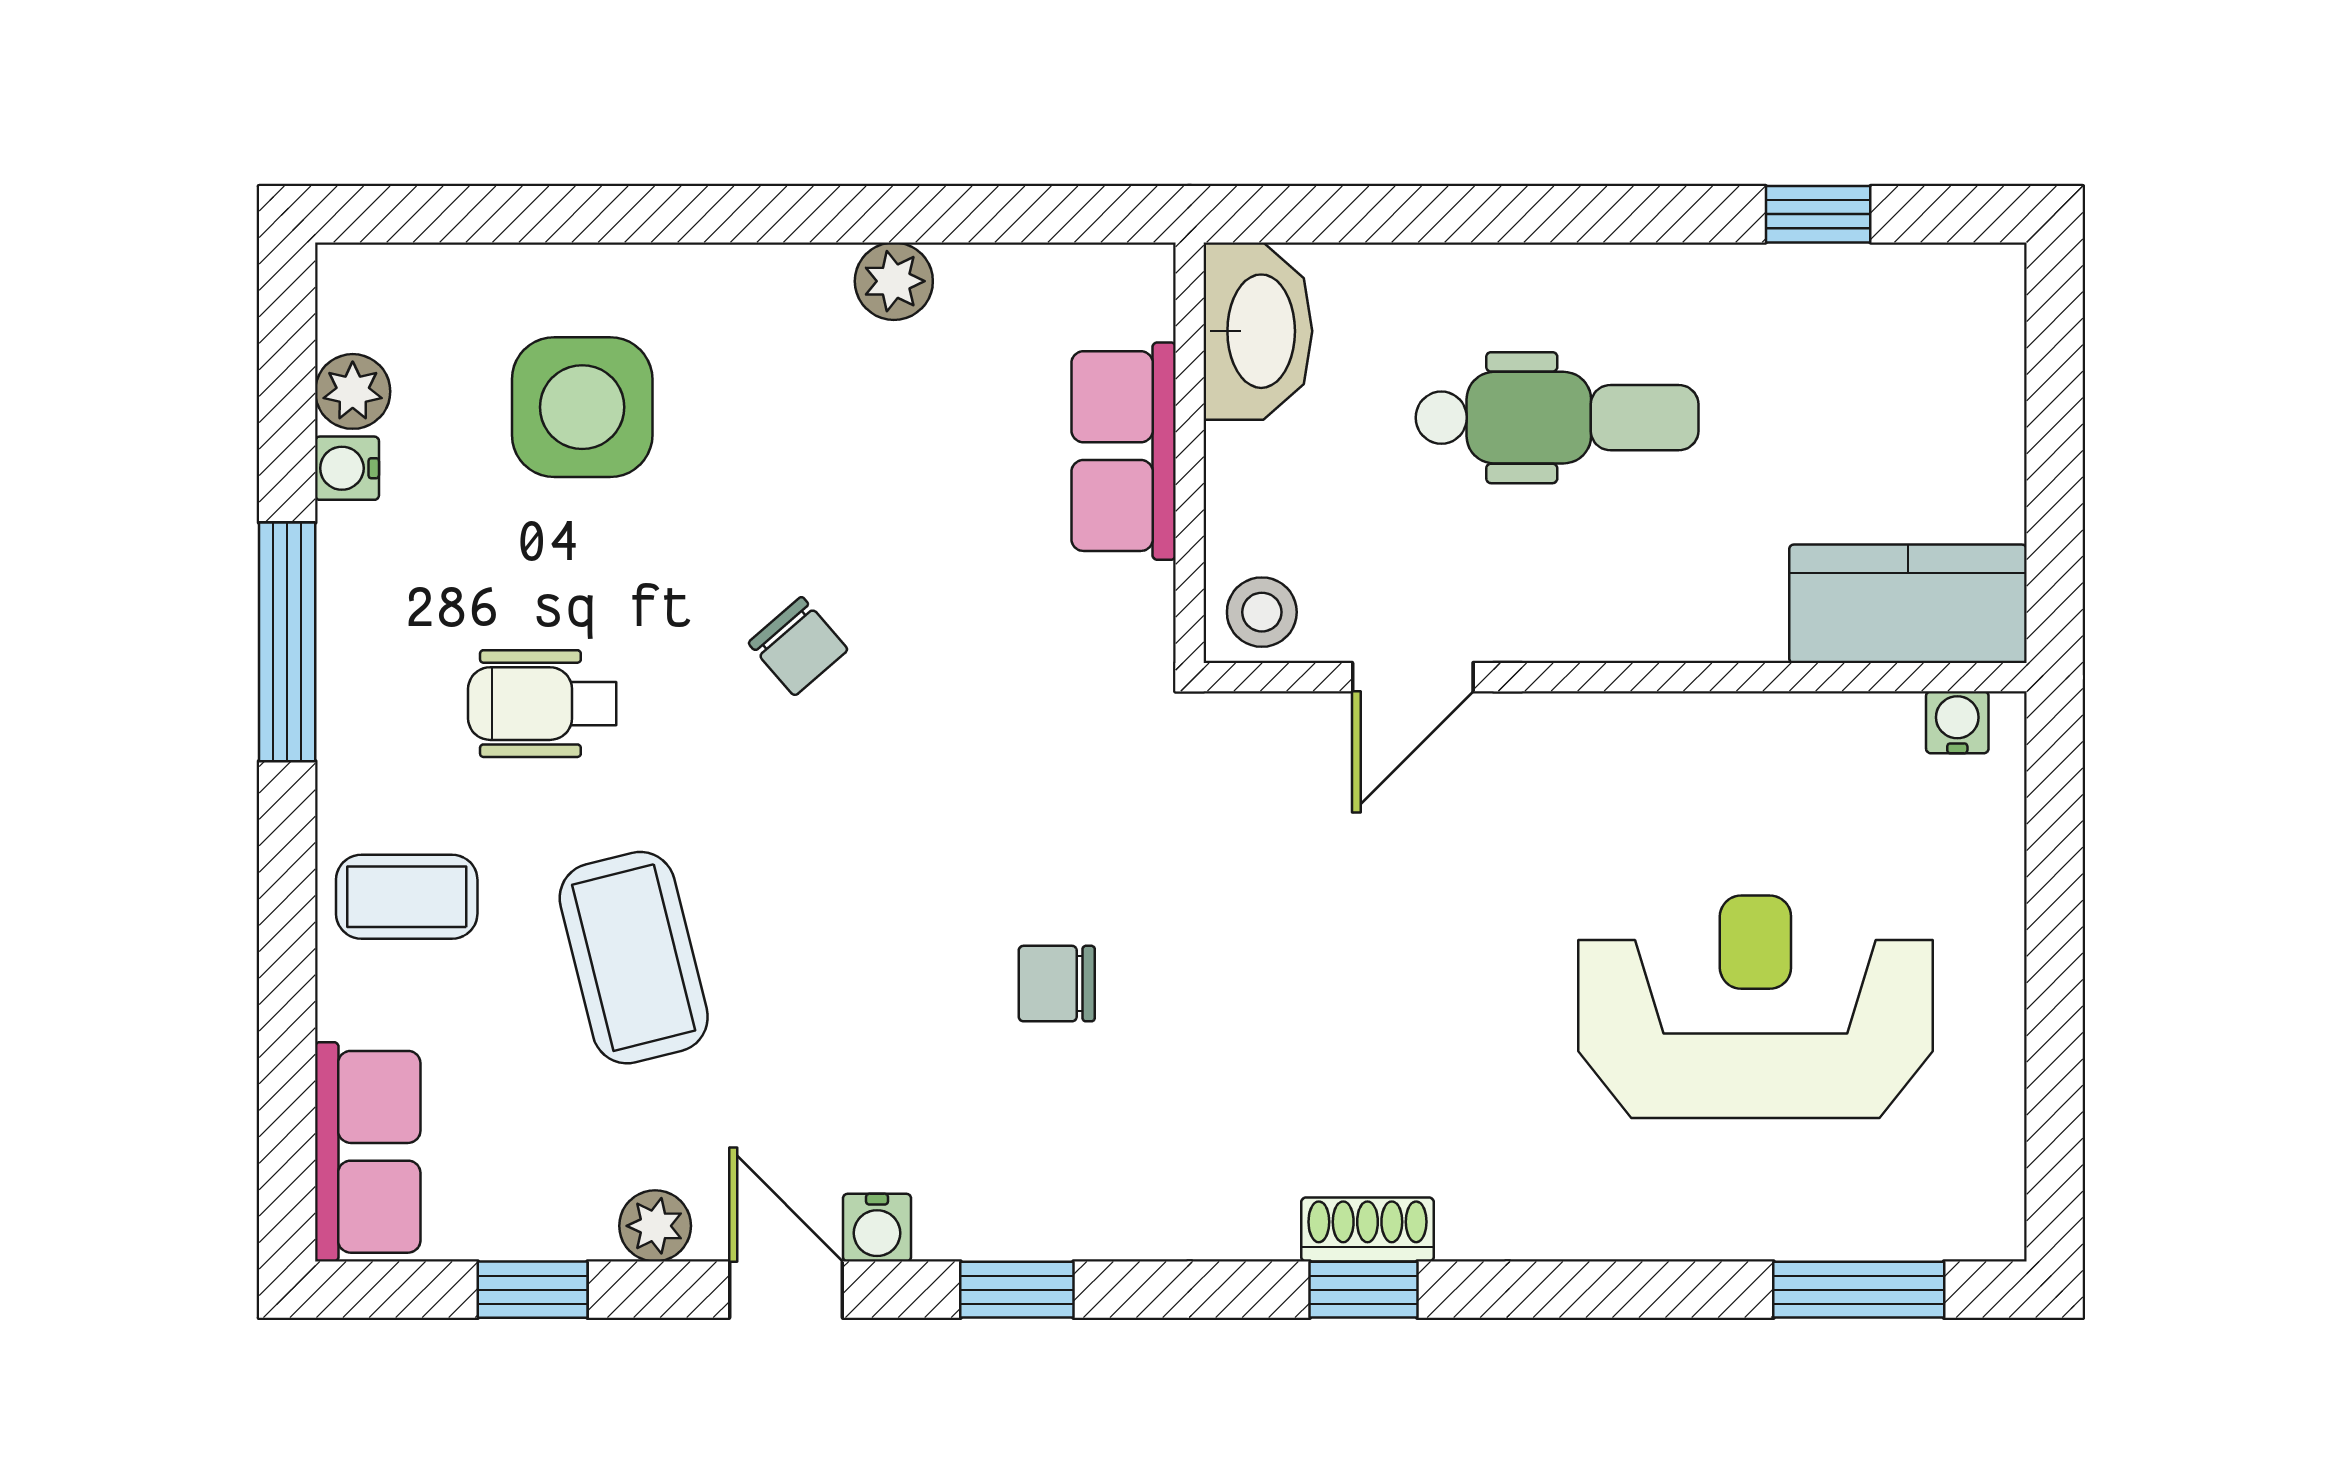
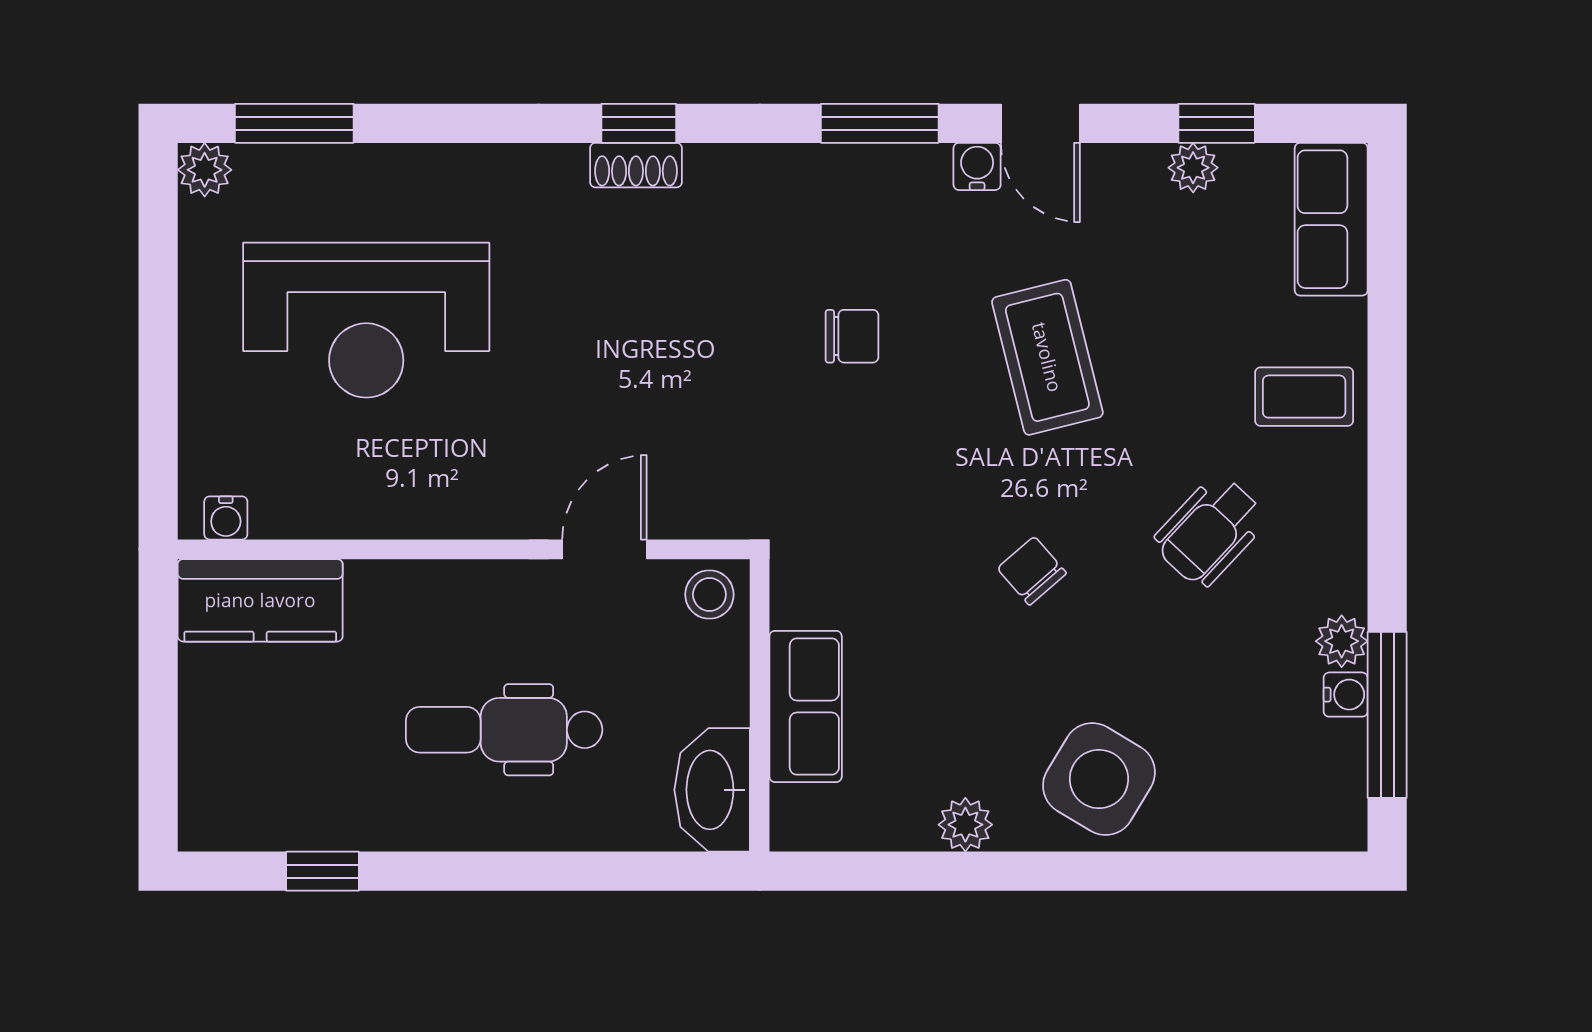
plant: (353, 391) -> (1342, 641), moved
side table: (582, 407) -> (1099, 779), moved, turned 31
window: (287, 642) -> (1387, 715), moved
wheelchair: (542, 704) -> (1210, 531), turned 133
coffee table: (634, 958) -> (1047, 357), moved
plant: (1988, 1223) -> (205, 170), added
plant: (655, 1226) -> (1193, 168), moved
window: (1017, 1290) -> (880, 123), width x1.50

